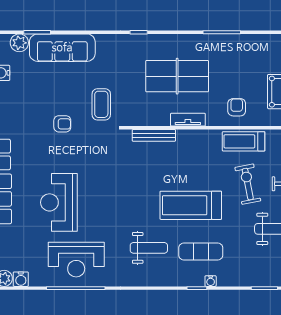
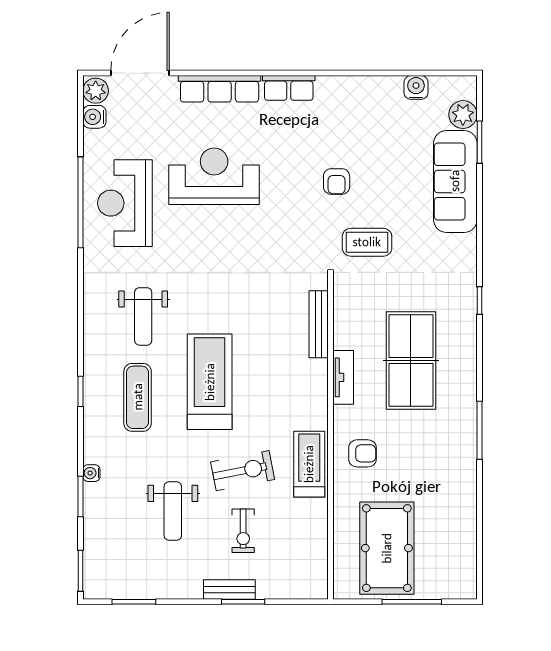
water cooler: (211, 281) -> (91, 473), moved

